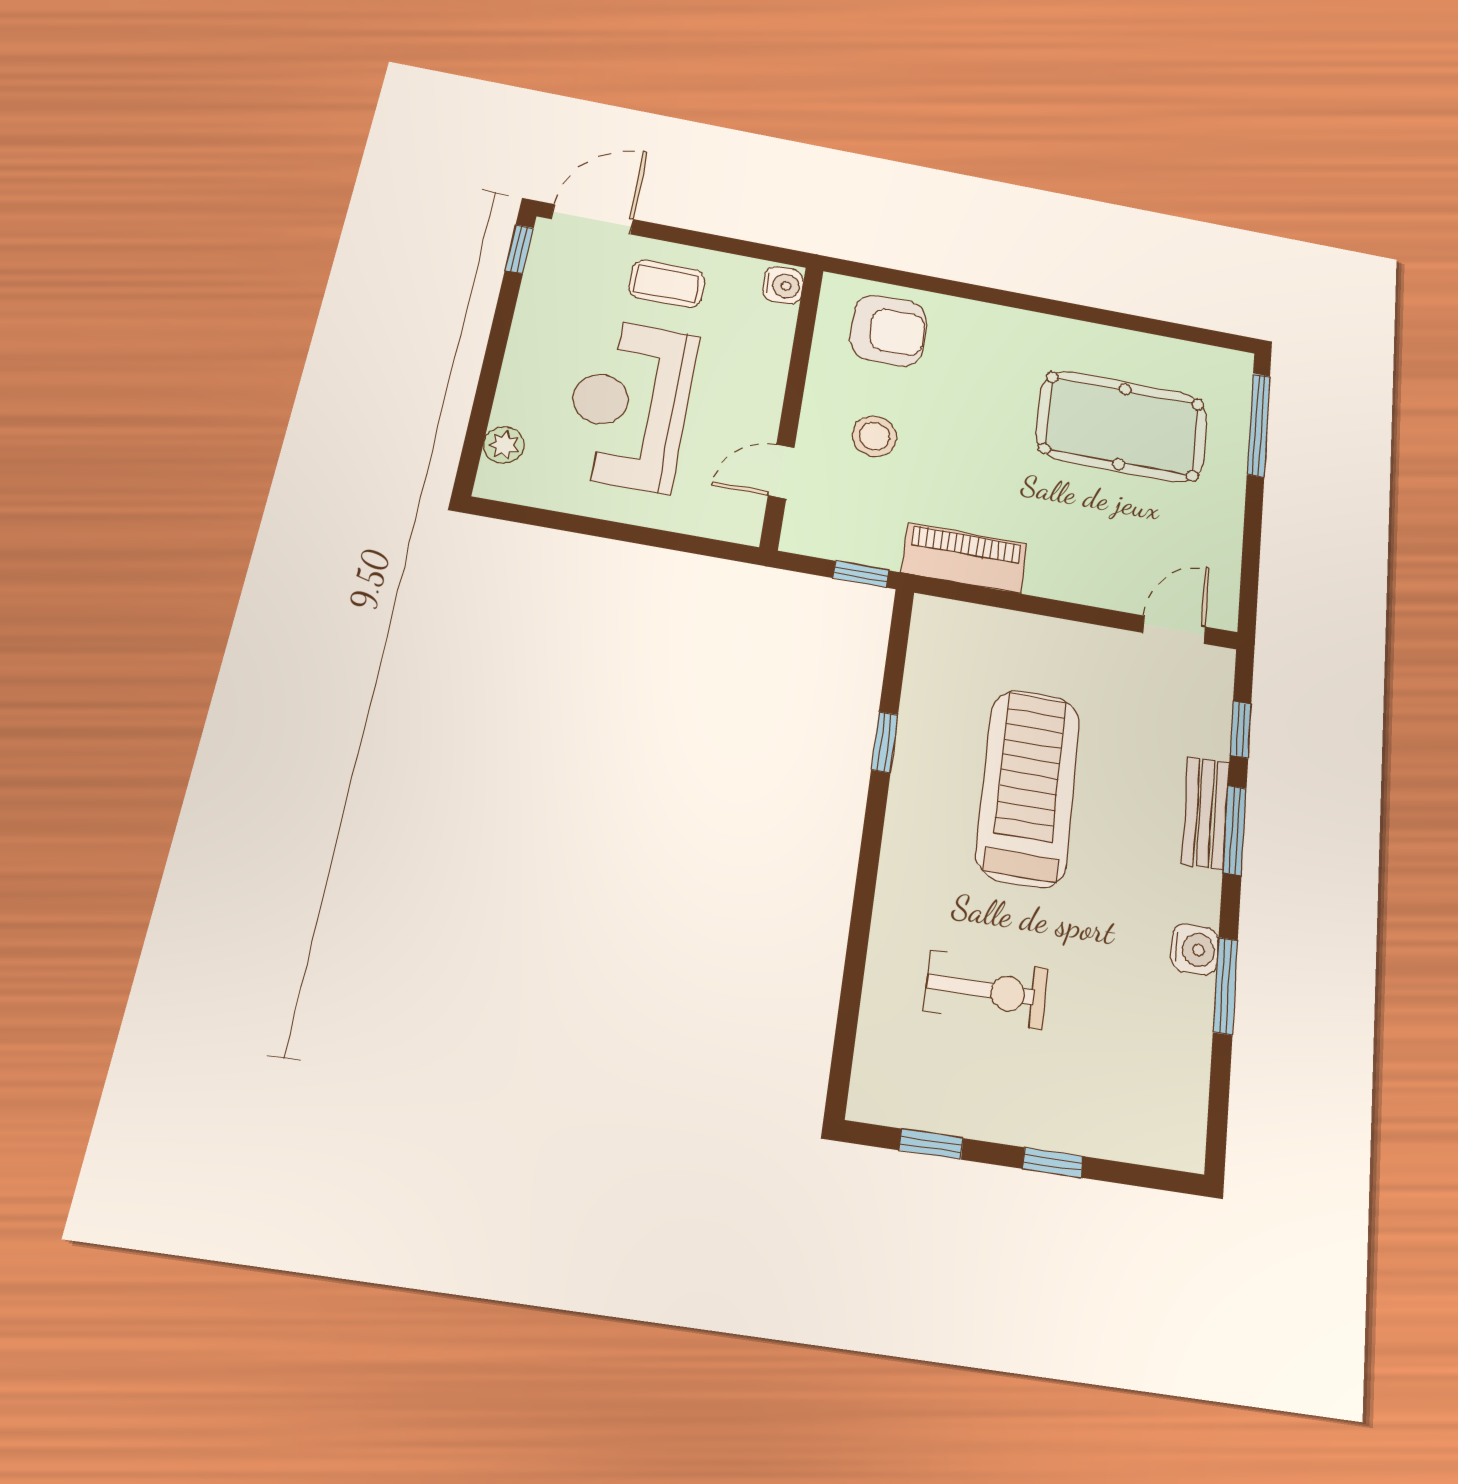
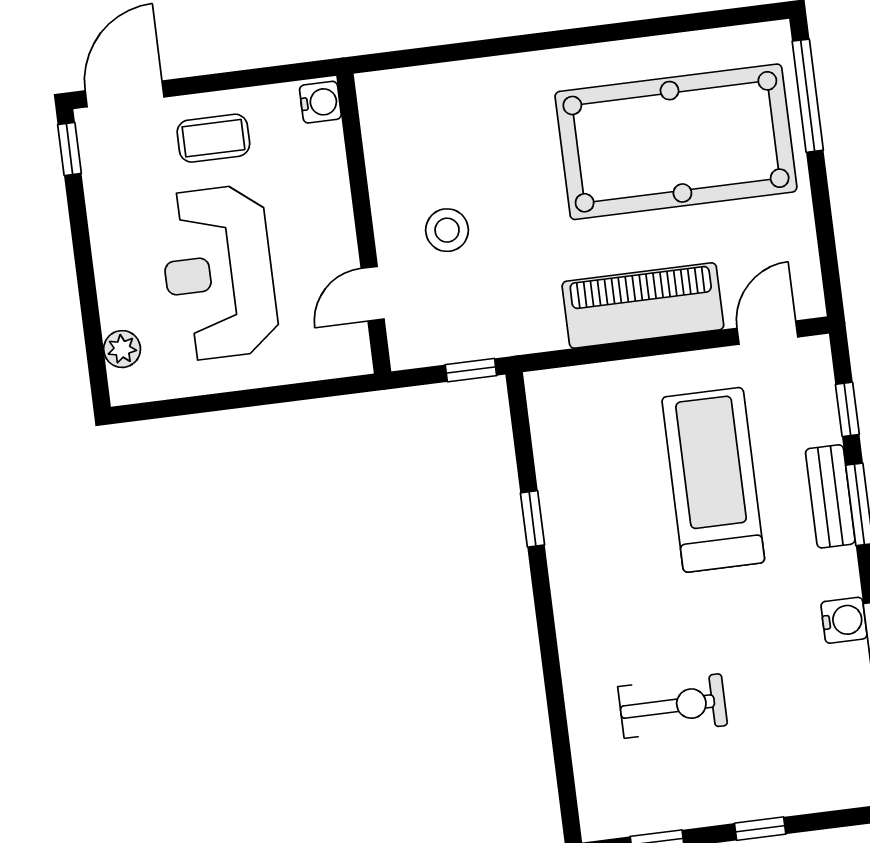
armchair: (888, 330) -> (431, 116), removed
pool table: (1122, 426) -> (676, 142), width x1.36, depth x1.32
piano: (964, 558) -> (643, 306), moved, width x1.37, depth x1.33
treadmill: (1028, 788) -> (713, 480), moved

